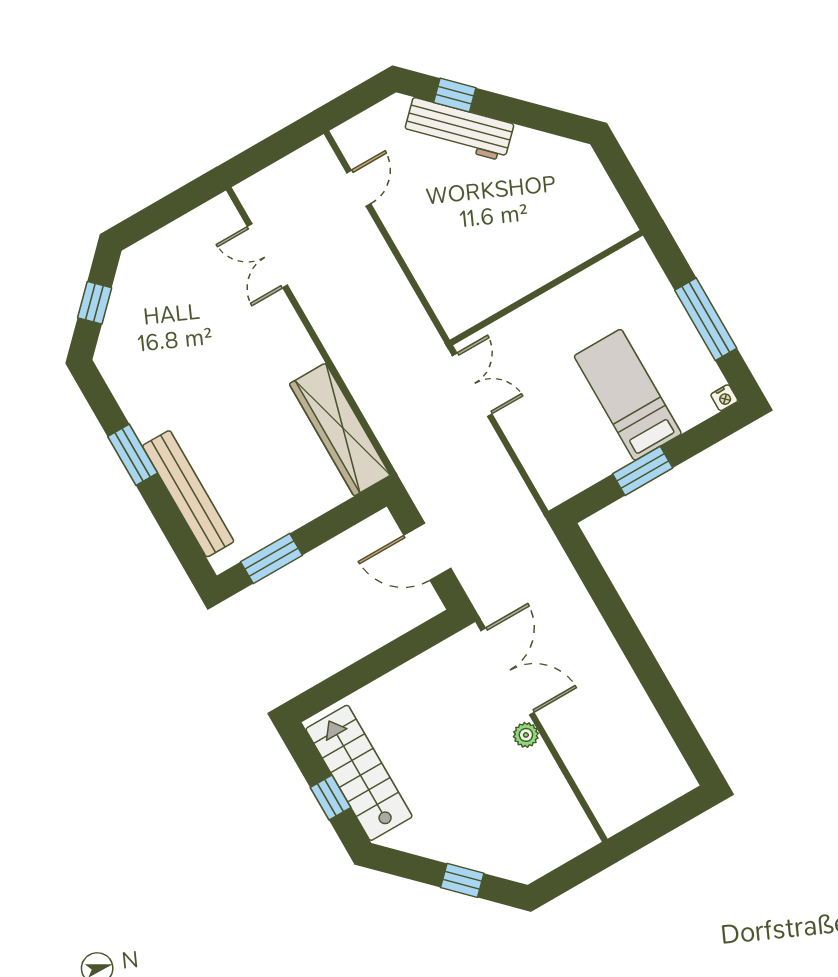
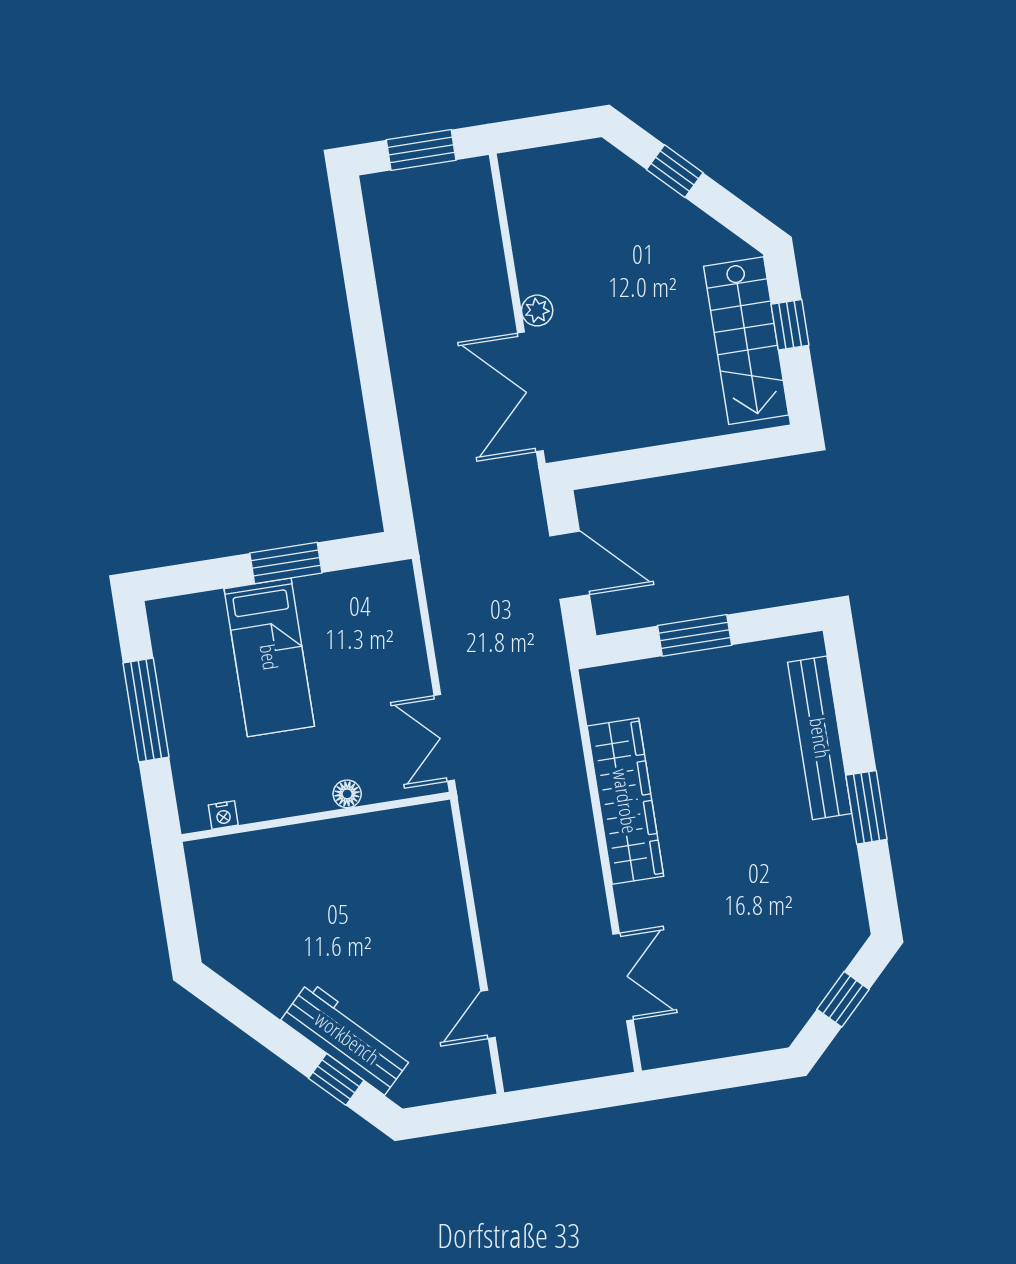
floor lamp: (529, 314) -> (347, 794), added
nightstand: (724, 398) -> (223, 815), moved, turned 180
wardrobe: (340, 430) -> (625, 801), moved
window: (271, 559) -> (695, 635), moved
window: (660, 823) -> (421, 150), added

